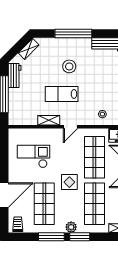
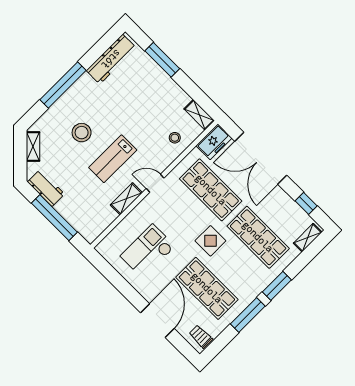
stool: (69, 66) -> (82, 133), moved
door: (70, 127) -> (155, 183), swing flipped
plant: (71, 227) -> (258, 285), removed

